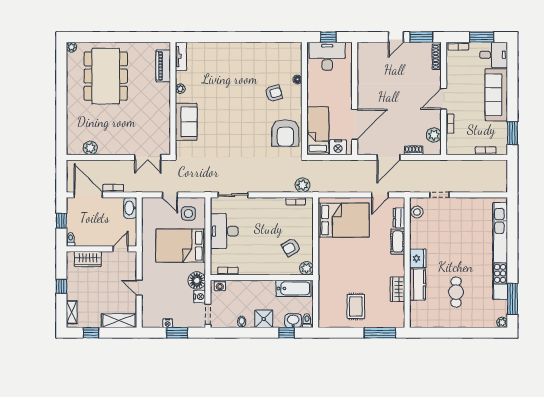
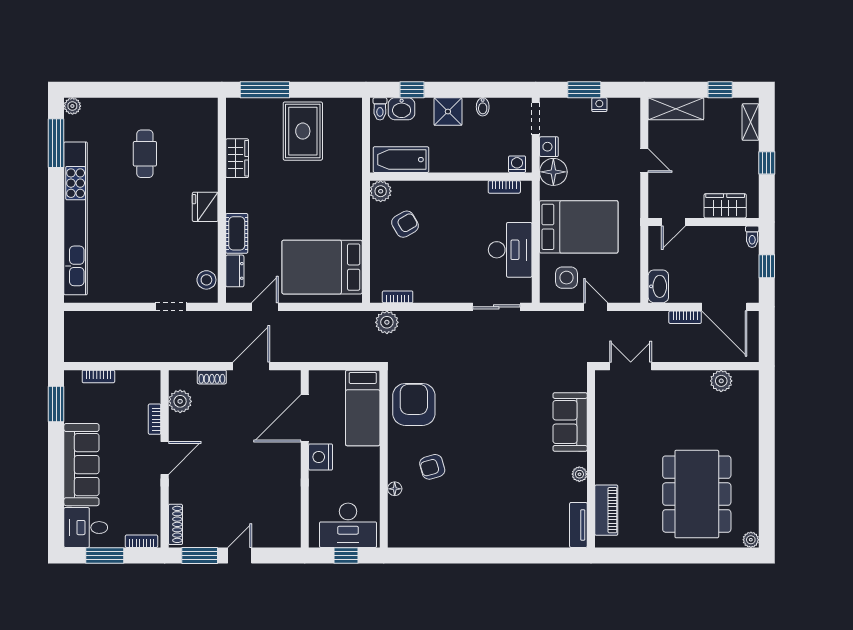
nightstand: (338, 147) -> (321, 457), moved, turned -90
kitchen counter: (418, 285) -> (206, 166), removed
rug: (356, 306) -> (303, 131), width x1.36, depth x1.43

